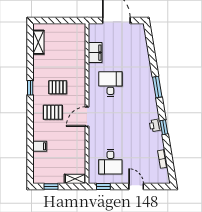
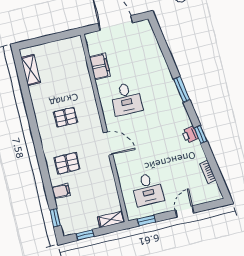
desk: (110, 84) -> (126, 99), turned 180
window: (30, 88) -> (55, 218), moved
pallet: (53, 112) -> (67, 163), moved
door: (87, 117) -> (108, 143), swing flipped
door: (136, 187) -> (184, 211), hinge flipped

